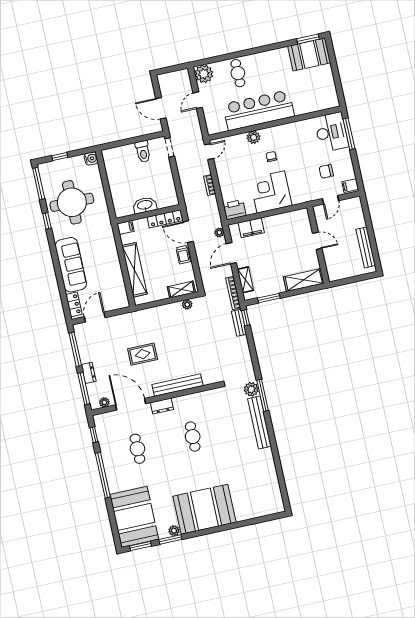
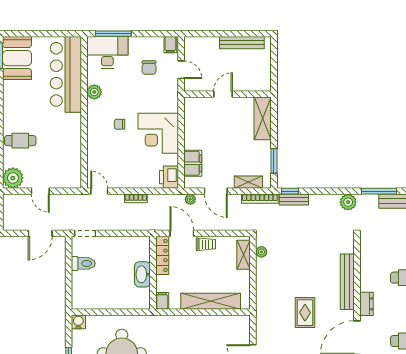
bar counter: (259, 110) -> (66, 74), moved
plant: (254, 137) -> (94, 92), moved
door: (188, 232) -> (182, 233), swing flipped
plant: (251, 389) -> (348, 202), moved

